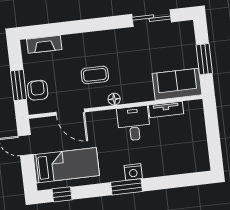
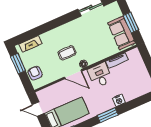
sofa: (177, 84) -> (121, 33), moved, turned -90
window: (19, 85) -> (18, 64), moved
door: (70, 112) -> (73, 74), moved
nightstand: (133, 172) -> (119, 100), moved

